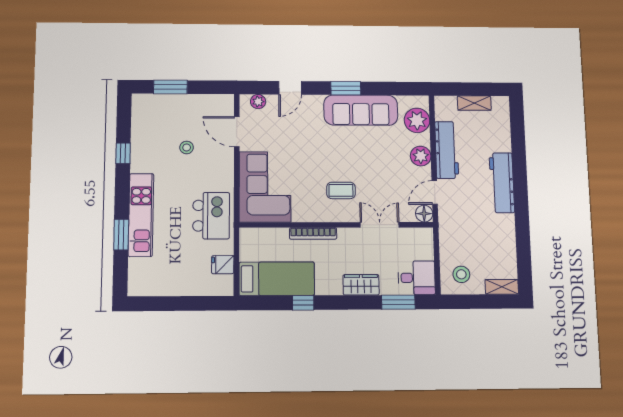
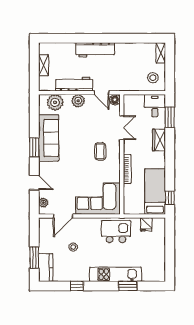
kitchen counter: (154, 105) -> (46, 267), added
double door: (380, 225) -> (122, 128), swing flipped
window: (303, 303) -> (170, 198), moved

